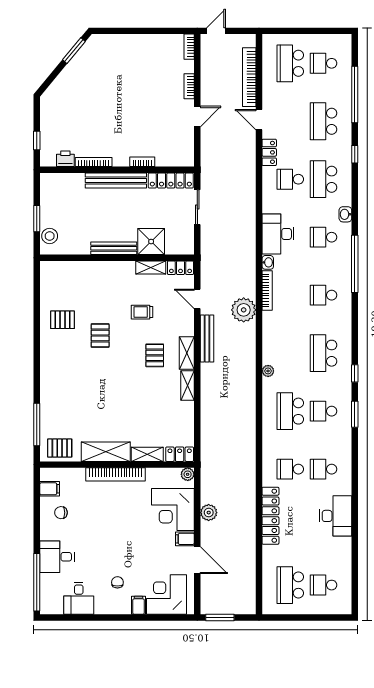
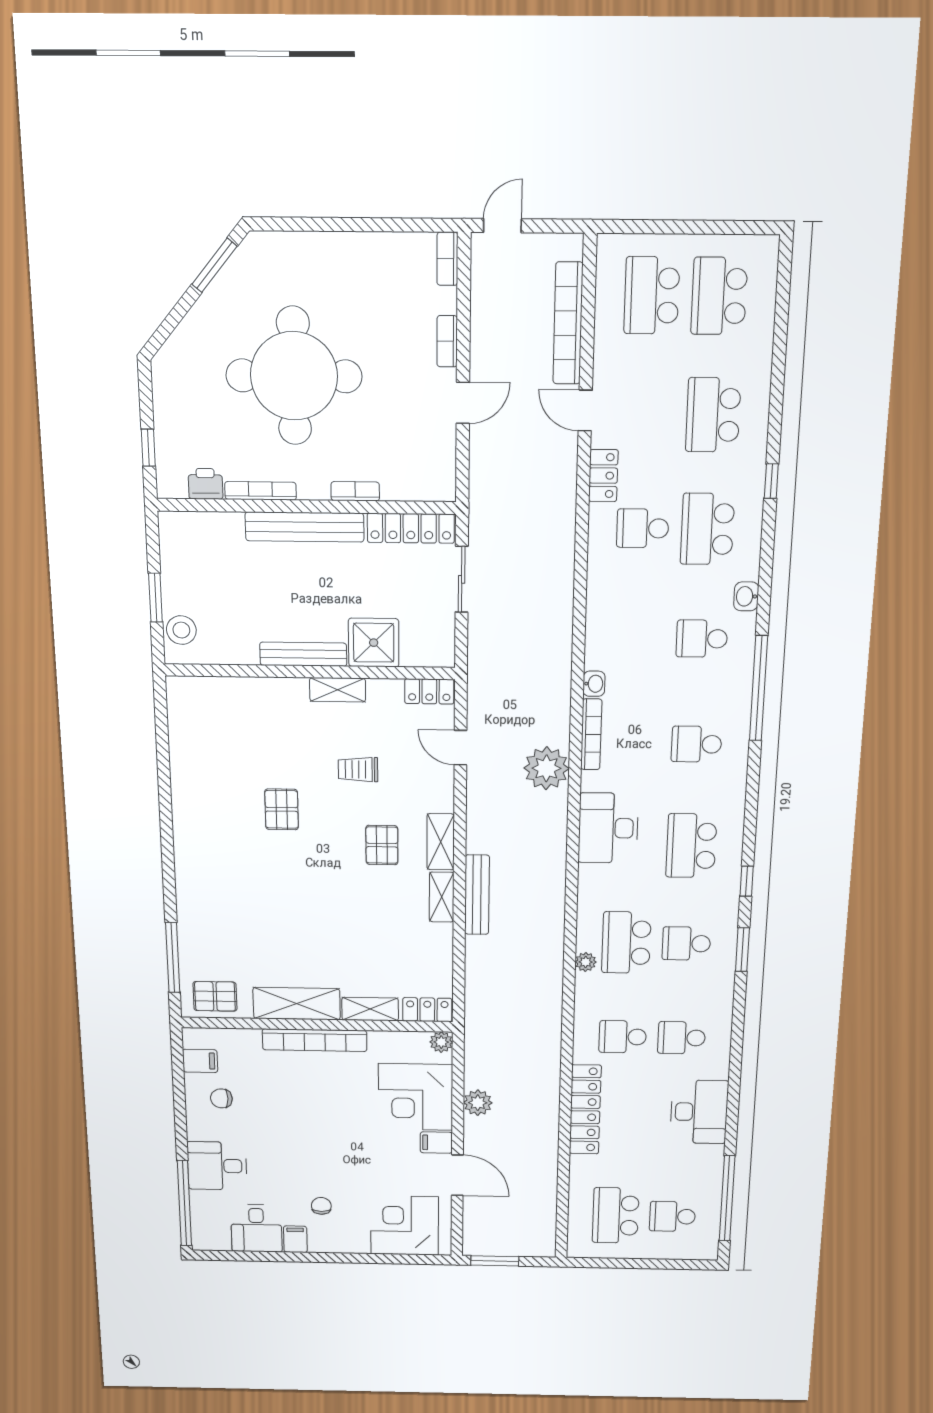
school desk: (323, 63) -> (719, 296), width x1.85
window: (355, 95) -> (727, 1198), moved
round table: (112, 104) -> (294, 376), added
desk: (278, 234) -> (608, 828), moved
shelving: (151, 268) -> (338, 690), moved
pallet: (63, 320) -> (212, 781), removed
bench: (207, 339) -> (477, 895), moved
plant: (268, 371) -> (586, 962), moved
filing cabinet: (138, 605) -> (295, 1239), moved

